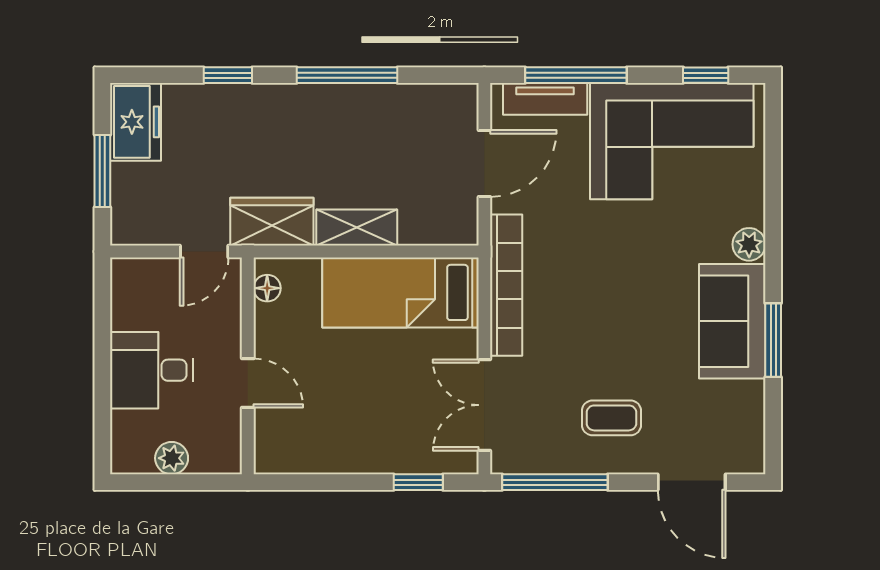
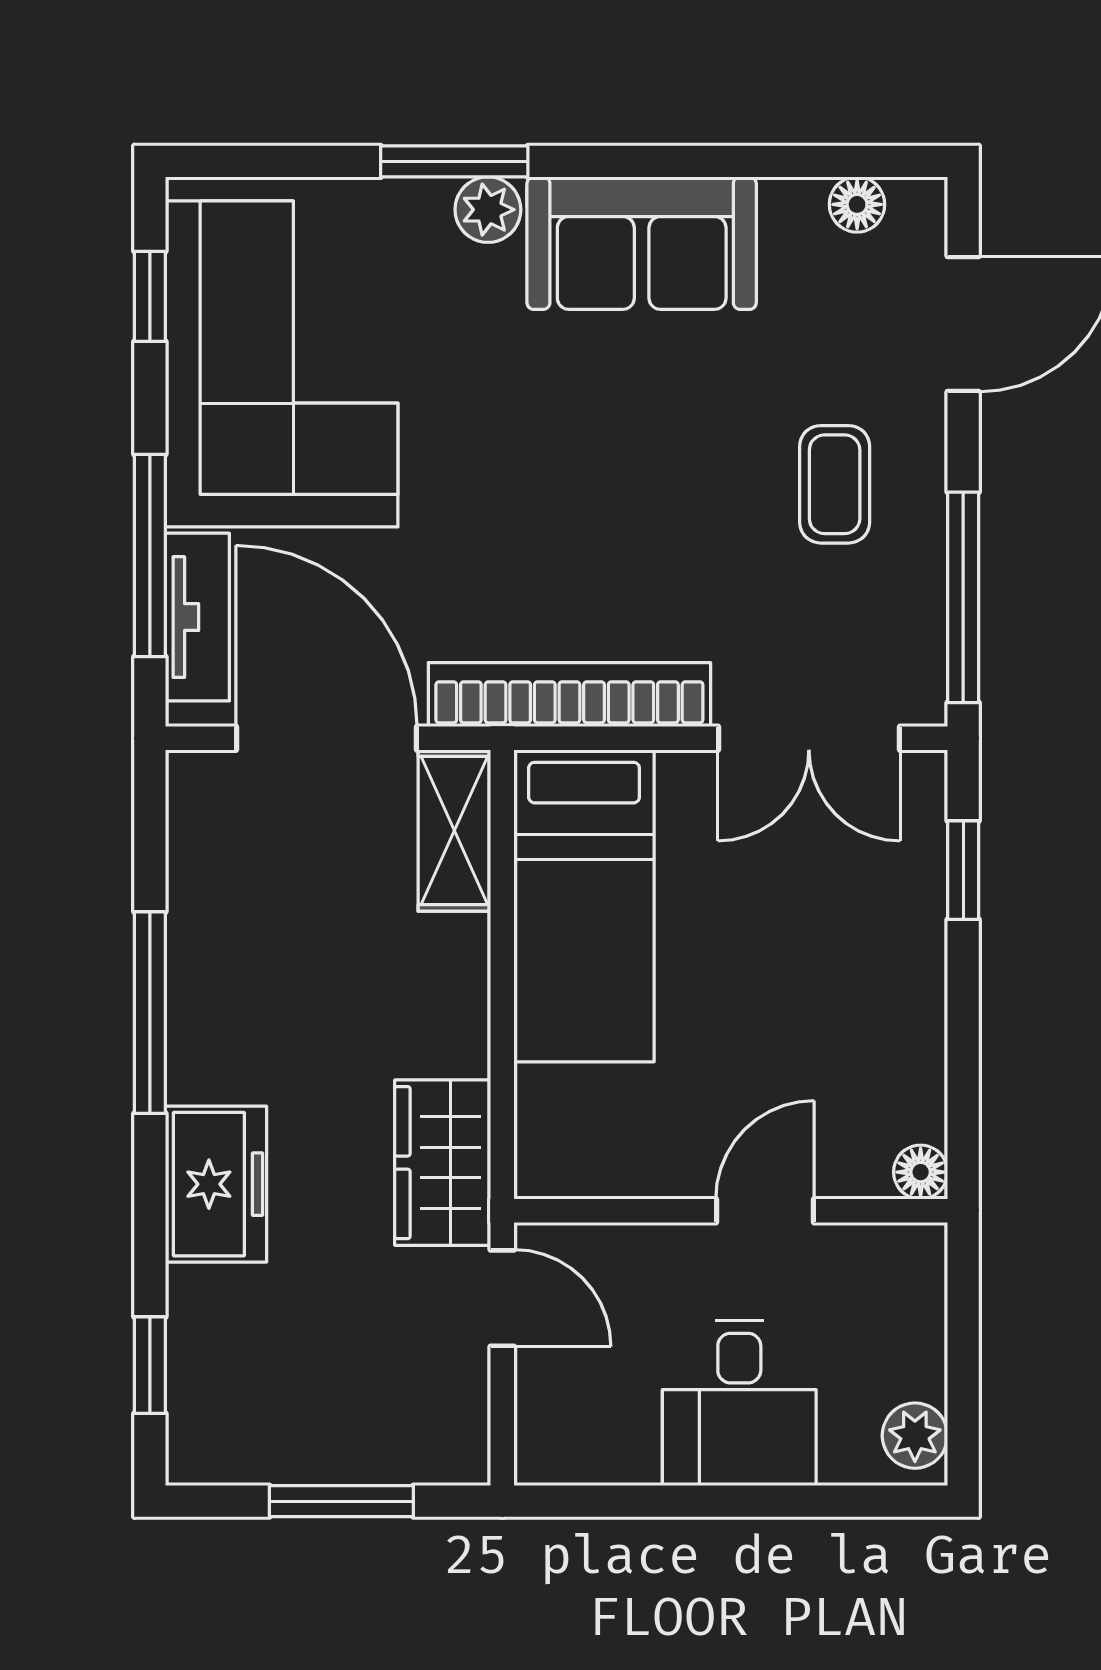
window: (228, 75) -> (150, 1365), moved
freezer: (136, 122) -> (216, 1184), moved, turned 90
door: (484, 164) -> (326, 738), width x1.36
shelving: (357, 228) -> (454, 830), moved
floor lamp: (267, 288) -> (921, 1172), moved
window: (773, 340) -> (454, 161), moved
floor lamp: (752, 429) -> (857, 204), added
plant: (172, 458) -> (915, 1436), moved

